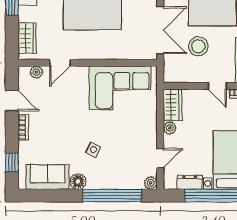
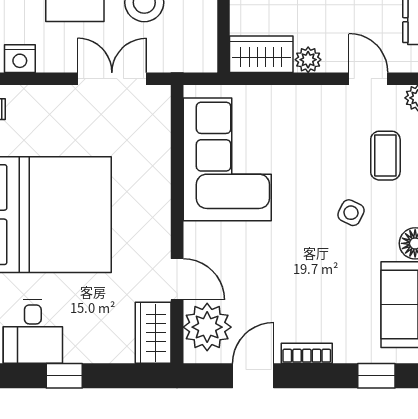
double door: (160, 30) -> (112, 79), width x0.73
wardrobe: (27, 38) -> (153, 333), moved, turned -90
plant: (36, 72) -> (207, 327), width x1.88, depth x1.88
coffee table: (122, 167) -> (385, 156), added

